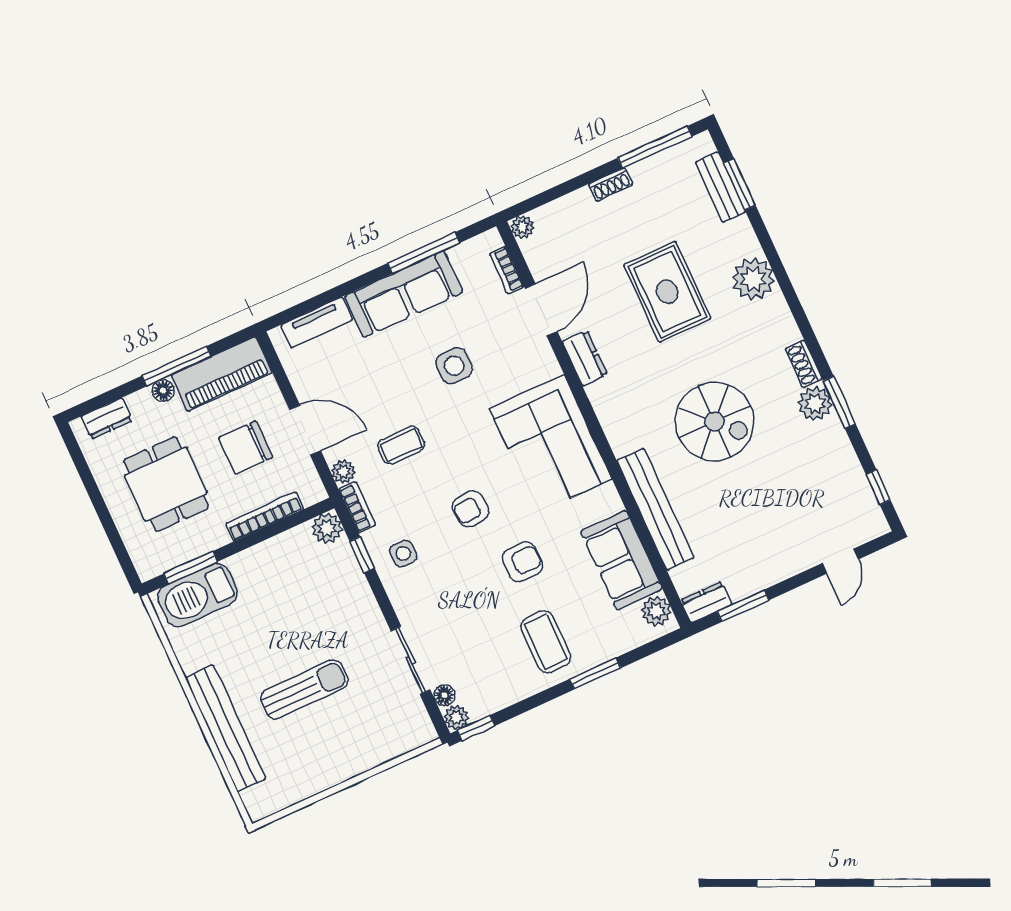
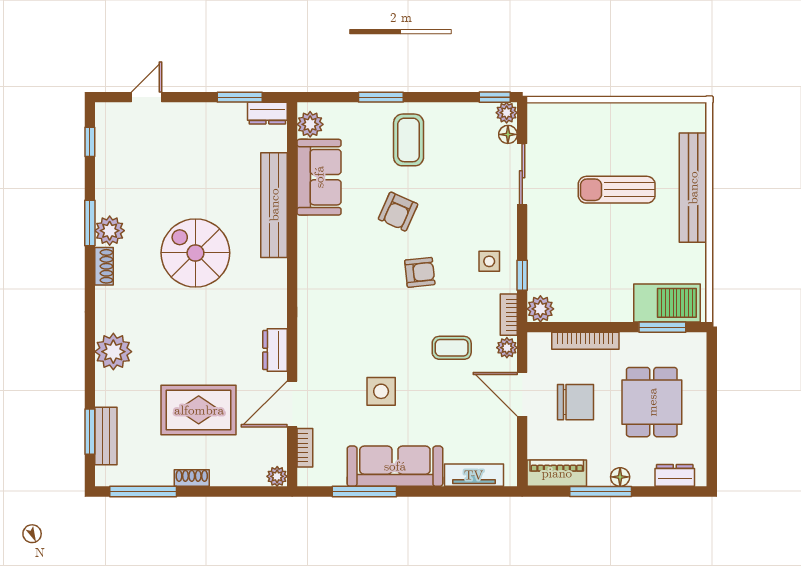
rug: (667, 292) -> (199, 410), moved, turned 90
piano: (222, 374) -> (557, 473), width x0.73, depth x0.75
corner sofa: (551, 444) -> (333, 295), removed
armchair: (522, 562) -> (398, 212), turned -66

